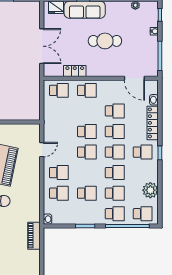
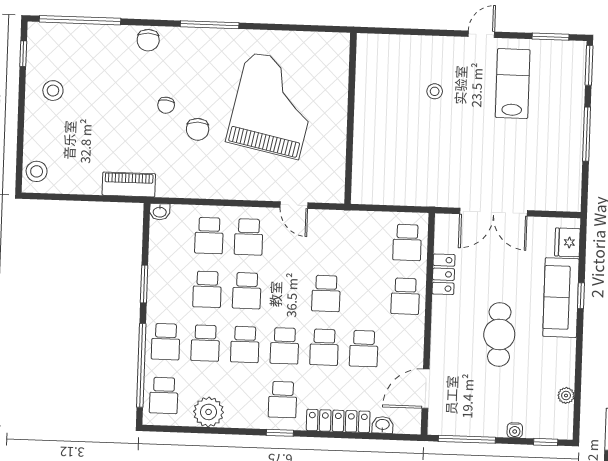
school desk: (87, 152) -> (247, 291), moved

